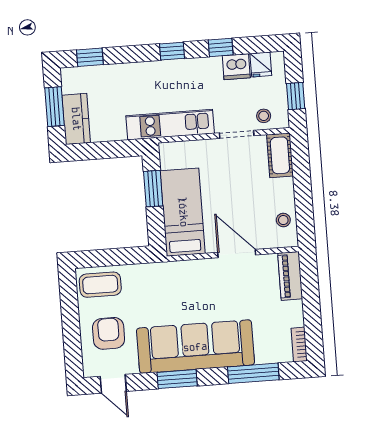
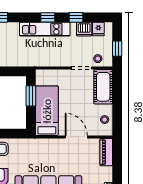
kitchen unit: (170, 125) -> (45, 29), moved, turned 180
cot: (280, 155) -> (103, 87), width x1.37, depth x1.34

